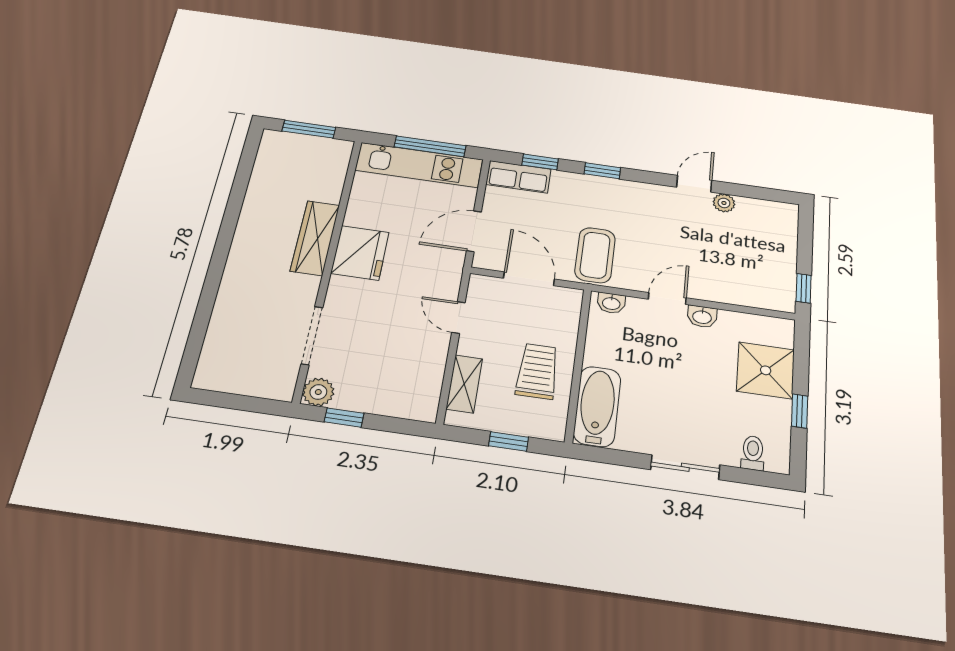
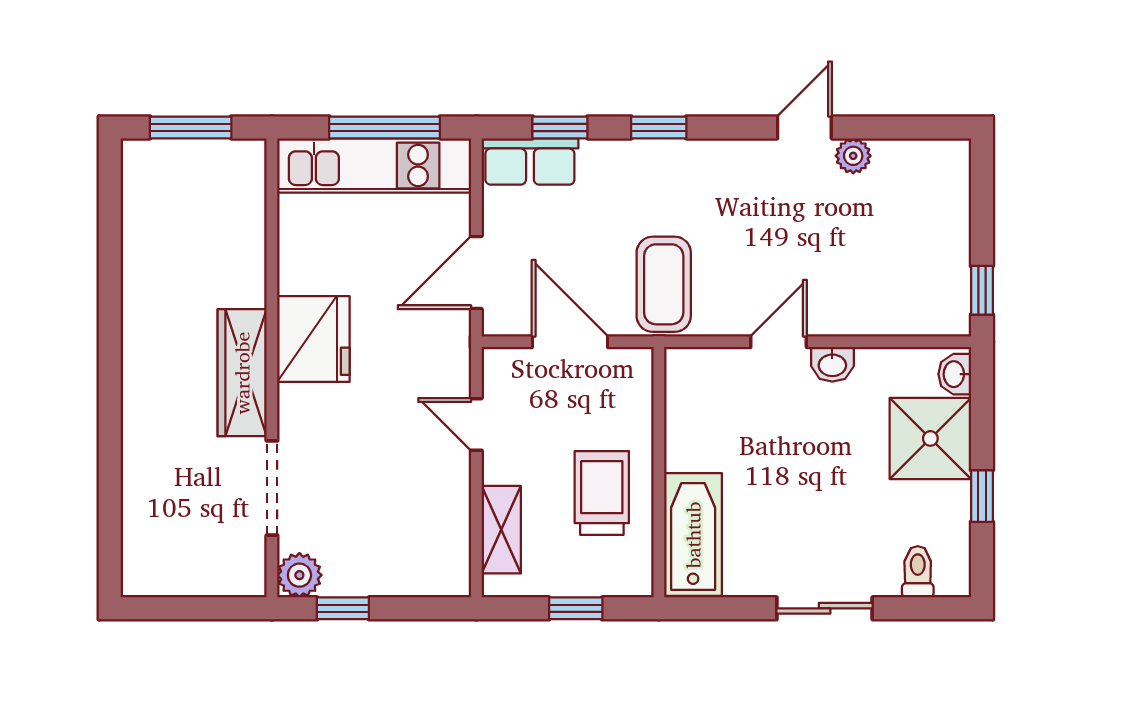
wardrobe: (315, 238) -> (242, 373), moved
washbasin: (611, 303) -> (955, 374), moved, turned 90

